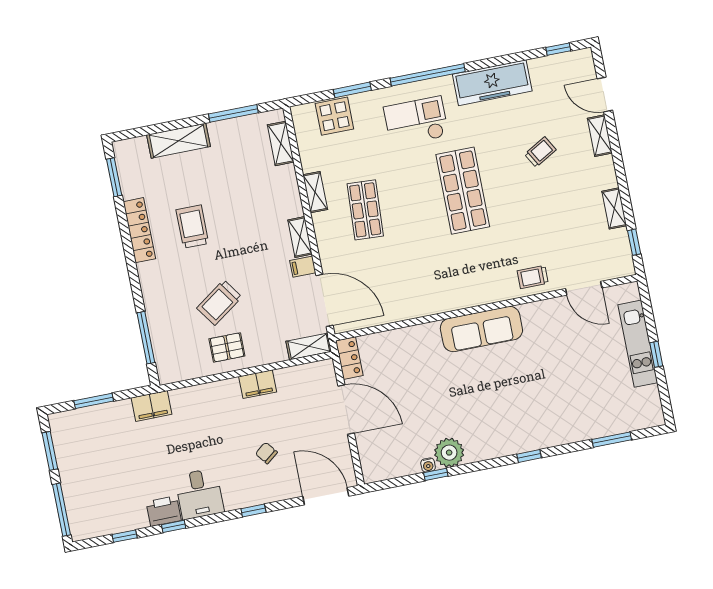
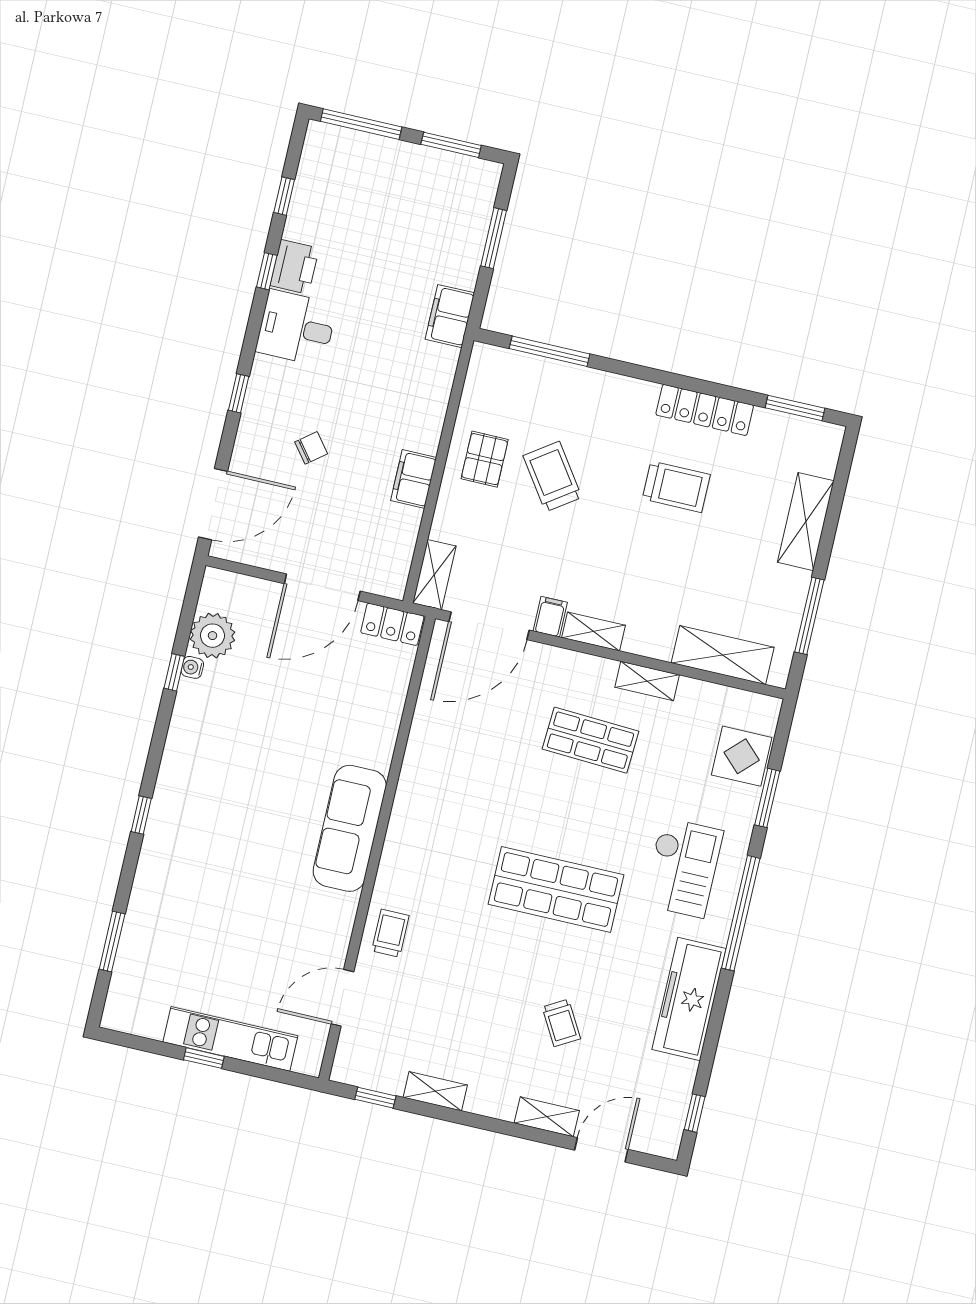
shelving: (281, 143) -> (723, 655), width x1.50, depth x1.33
plant: (449, 453) -> (213, 636), moved

